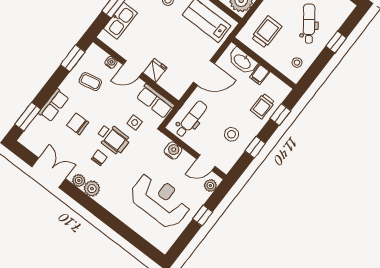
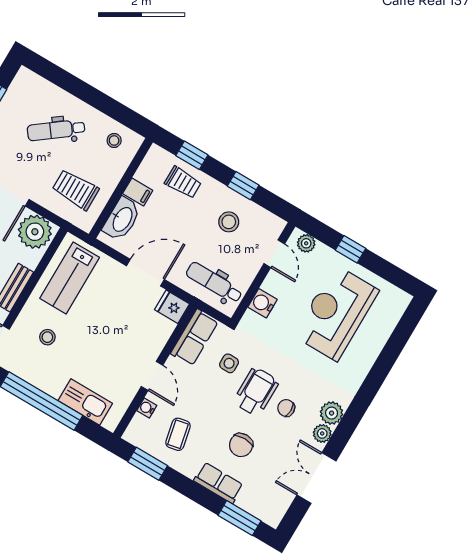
window: (336, 42) -> (78, 88), removed
fridge: (155, 70) -> (172, 307), moved
door: (204, 73) -> (145, 273), hinge flipped

